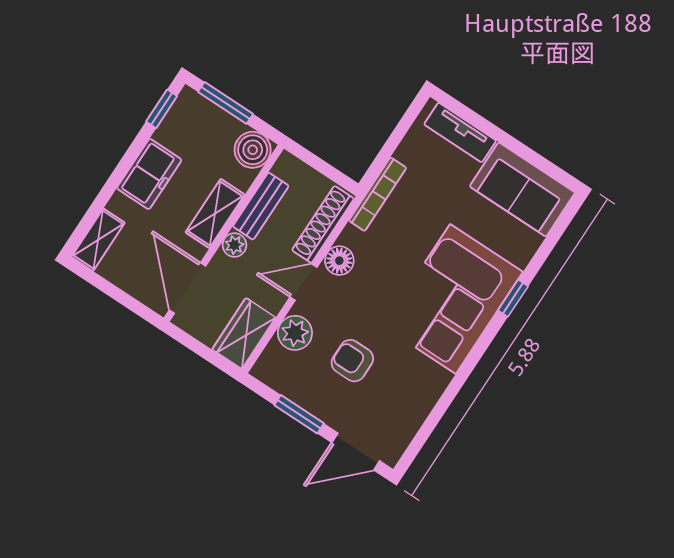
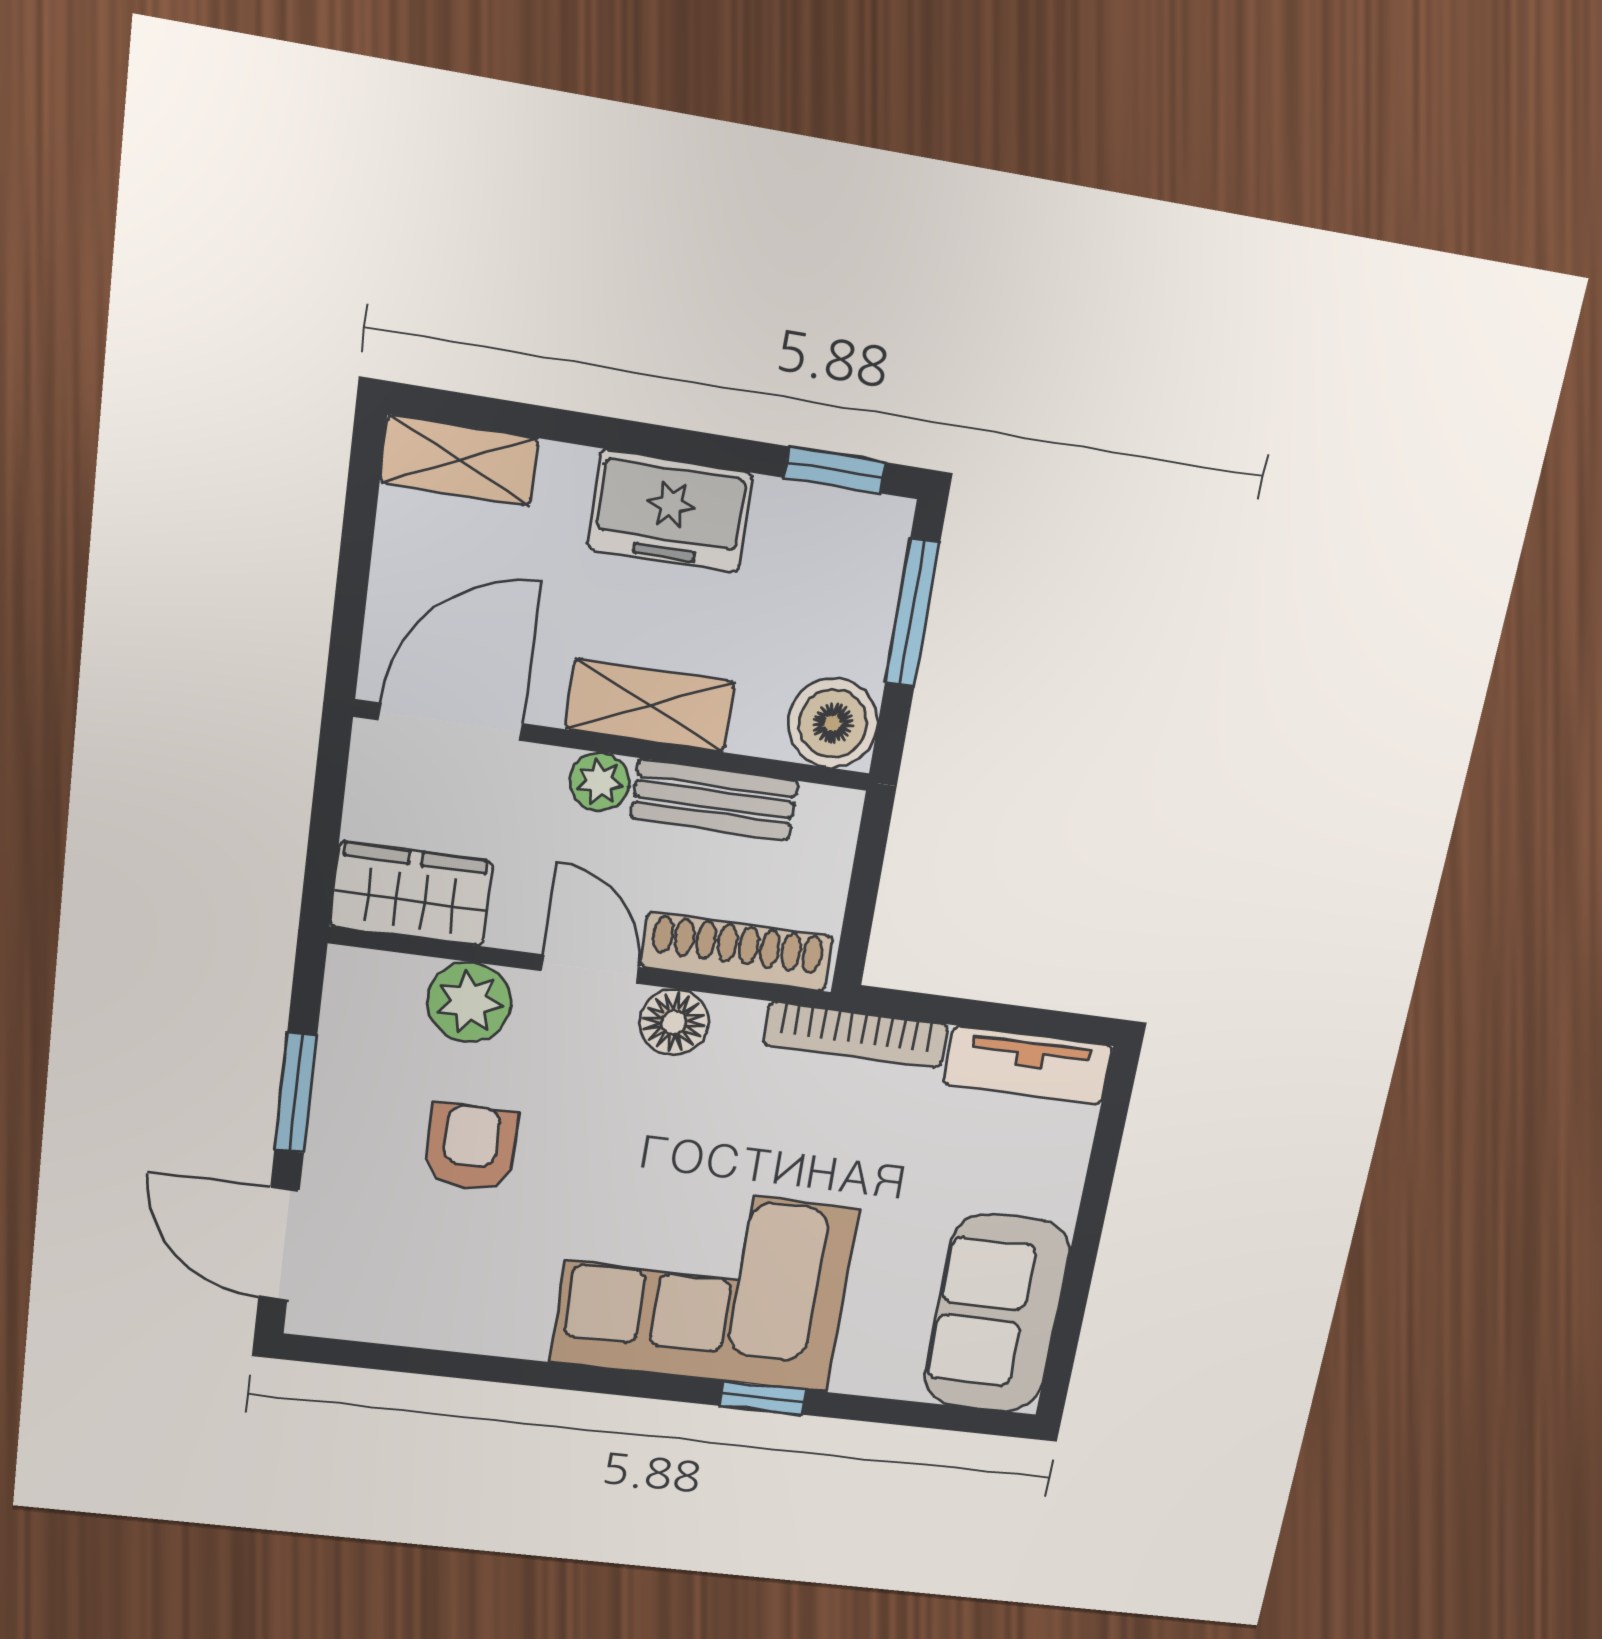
tv unit: (460, 132) -> (1028, 1065), moved, turned -90

